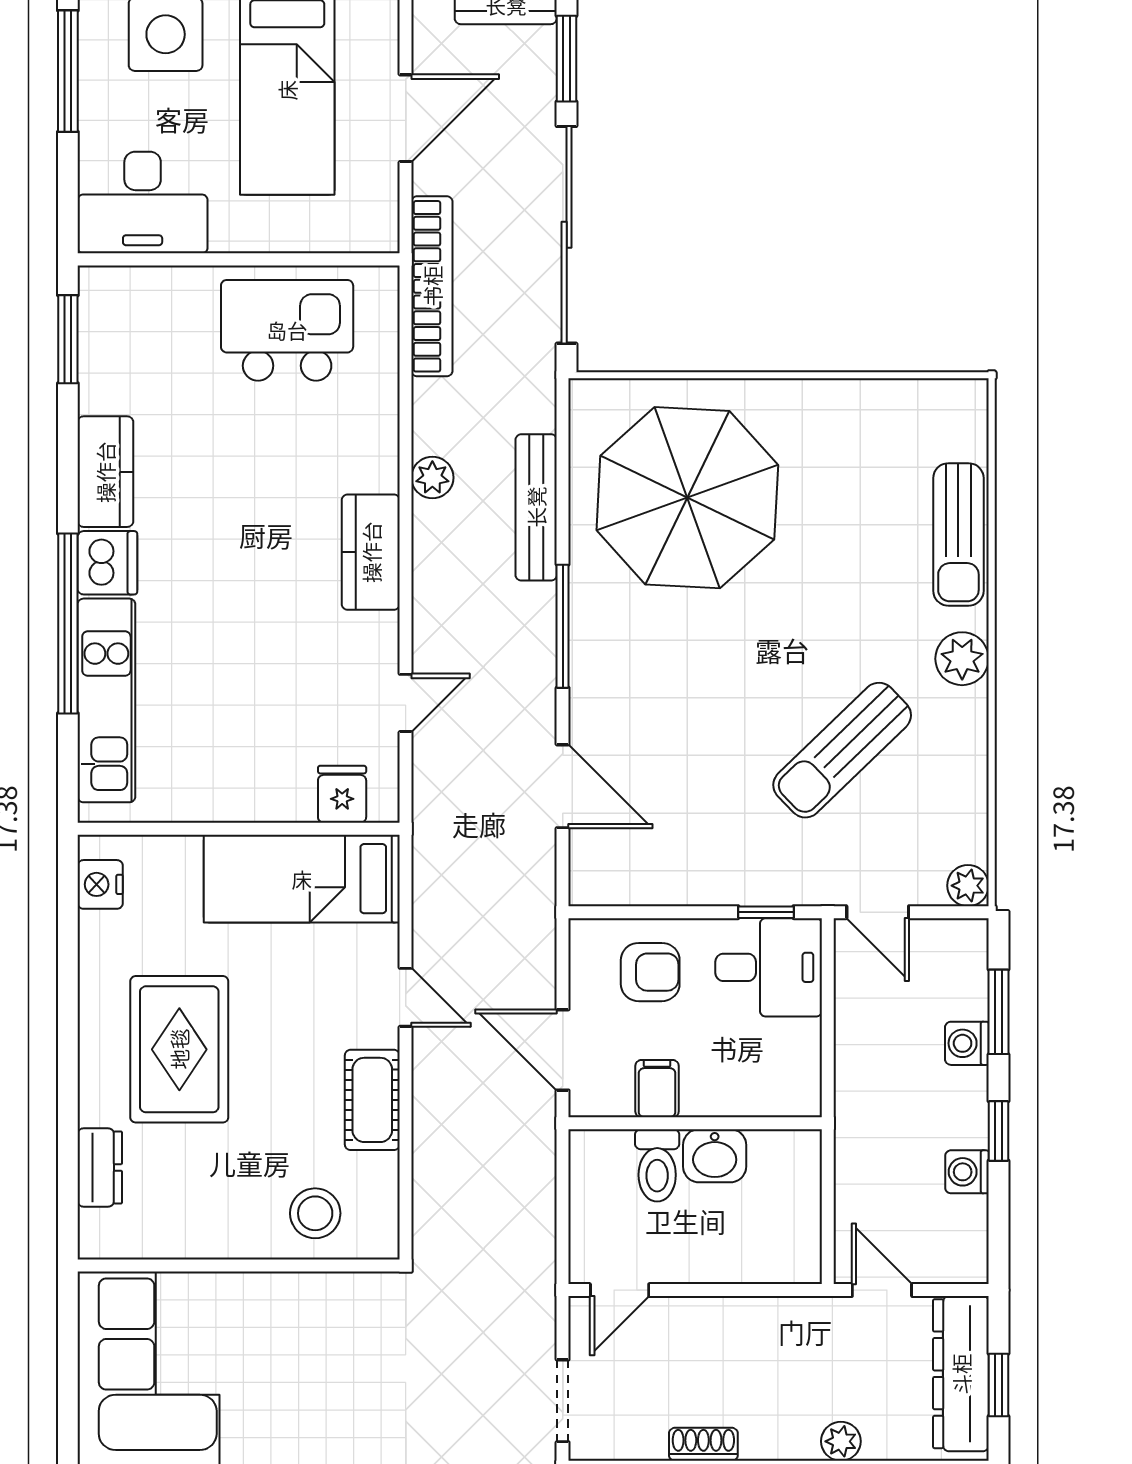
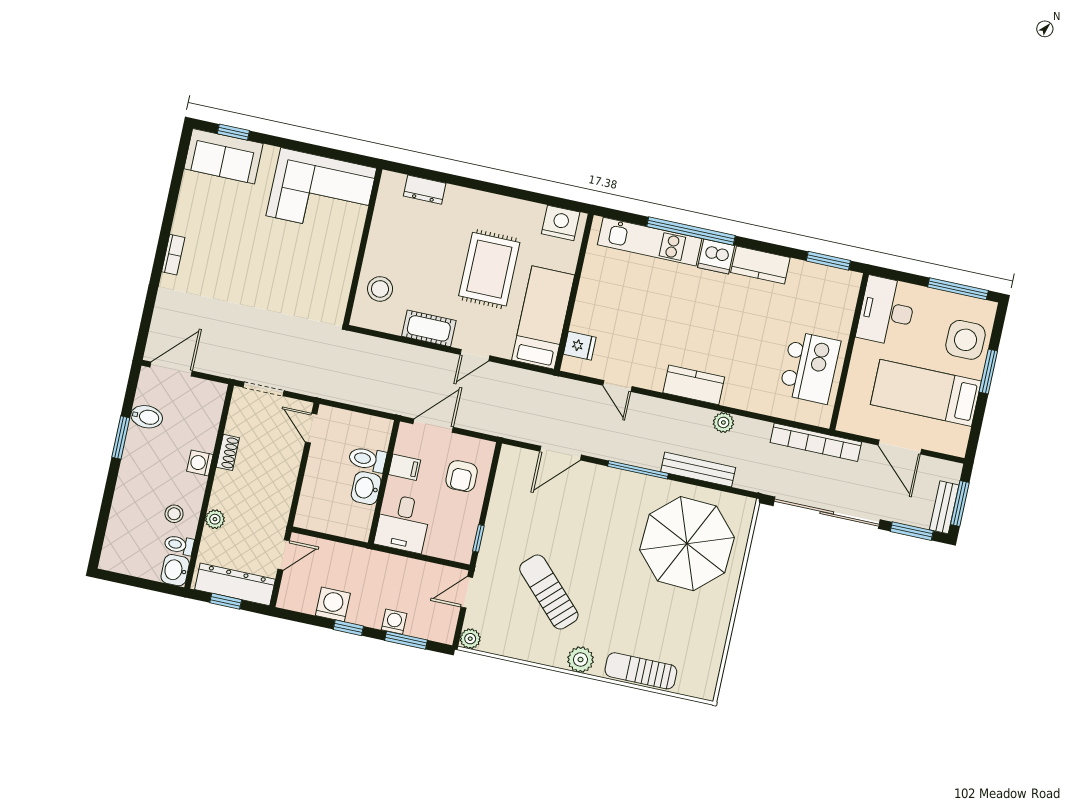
nightstand: (100, 884) -> (561, 223), width x1.36, depth x1.33
desk: (769, 967) -> (403, 523), moved
rug: (179, 1049) -> (489, 269), moved, turned 90
washing machine: (967, 1172) -> (333, 604), width x1.38, depth x1.38

